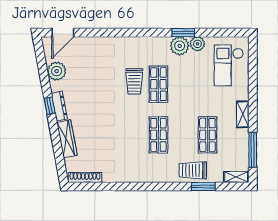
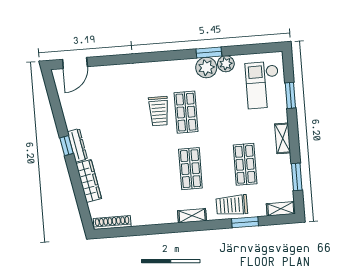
plant: (57, 71) -> (71, 106), removed
window: (253, 77) -> (290, 95), added
window: (253, 150) -> (297, 177), width x0.69
shelving: (157, 177) -> (192, 216), added

